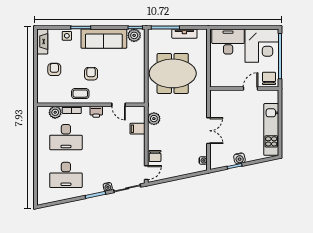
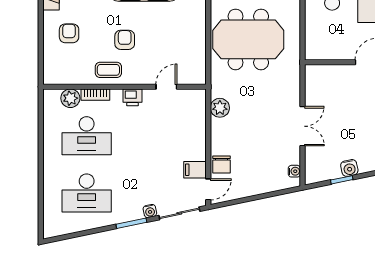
door: (119, 105) -> (166, 87), swing flipped
filing cabinet: (137, 129) -> (195, 170), moved

